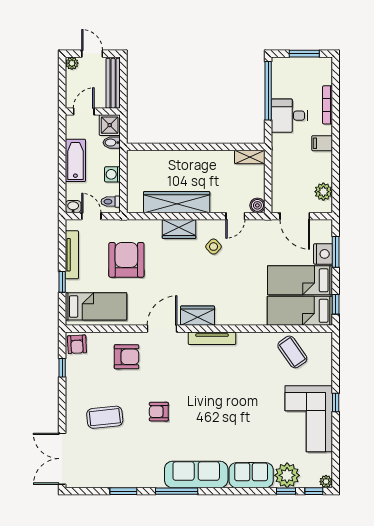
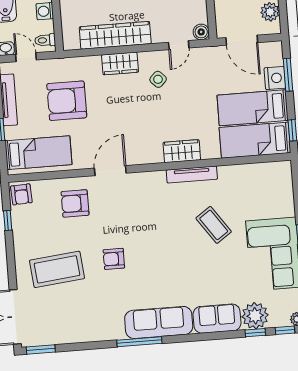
armchair: (126, 260) -> (67, 101), turned -90
wardrobe: (198, 316) -> (182, 151), moved
tv unit: (212, 338) -> (192, 175), moved
coffee table: (292, 352) -> (214, 225), moved
armchair: (127, 357) -> (75, 203), turned 180
coffee table: (105, 417) -> (57, 269), width x1.36, depth x1.32
window: (123, 491) -> (41, 350), moved

